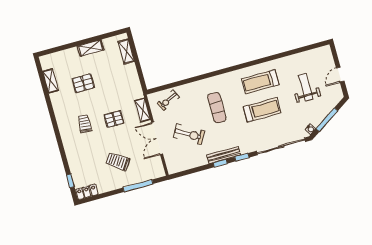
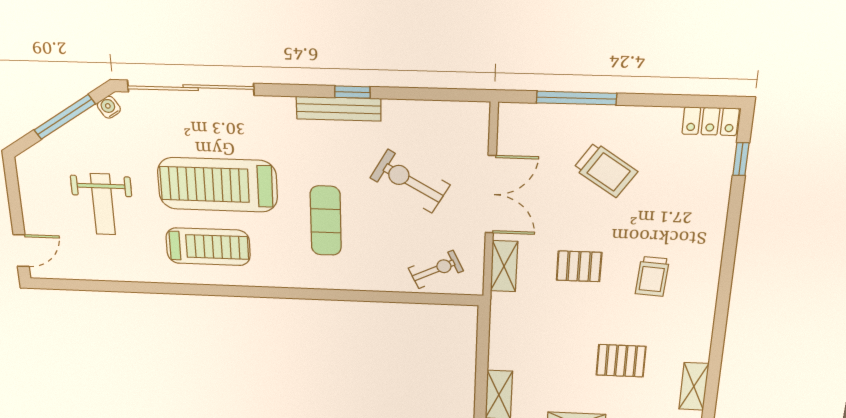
door: (340, 75) -> (21, 251), moved
treadmill: (262, 110) -> (217, 185), width x1.37, depth x1.38
window: (242, 157) -> (295, 90), removed

